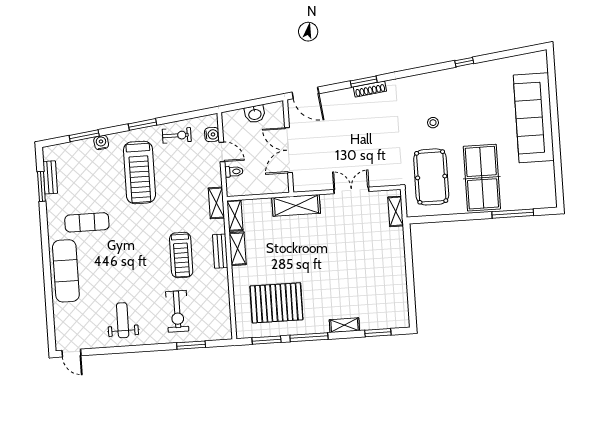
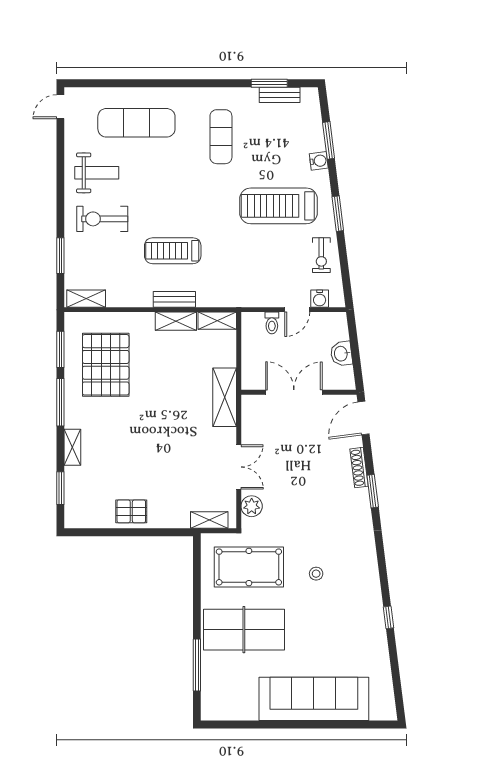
shoe rack: (370, 89) -> (359, 468), moved
plant: (382, 178) -> (252, 506), added
shelving: (216, 203) -> (86, 299), moved
exercise mat: (66, 271) -> (136, 123), moved
pallet: (393, 274) -> (131, 511), added
exercise bike: (177, 311) -> (102, 219), moved

